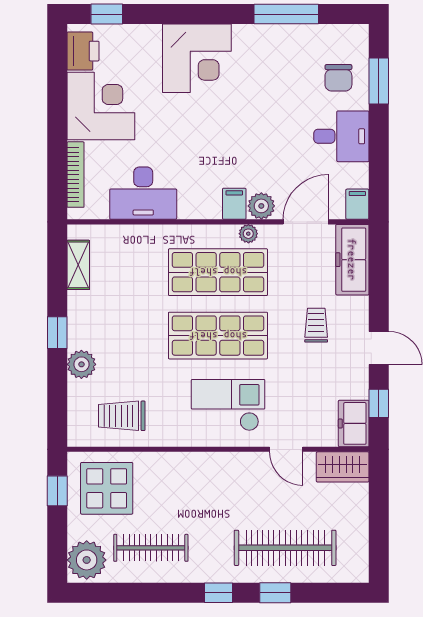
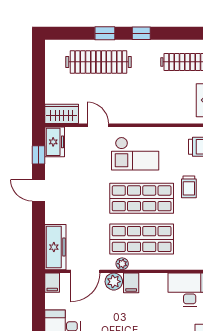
trolley: (316, 325) -> (189, 187), moved

